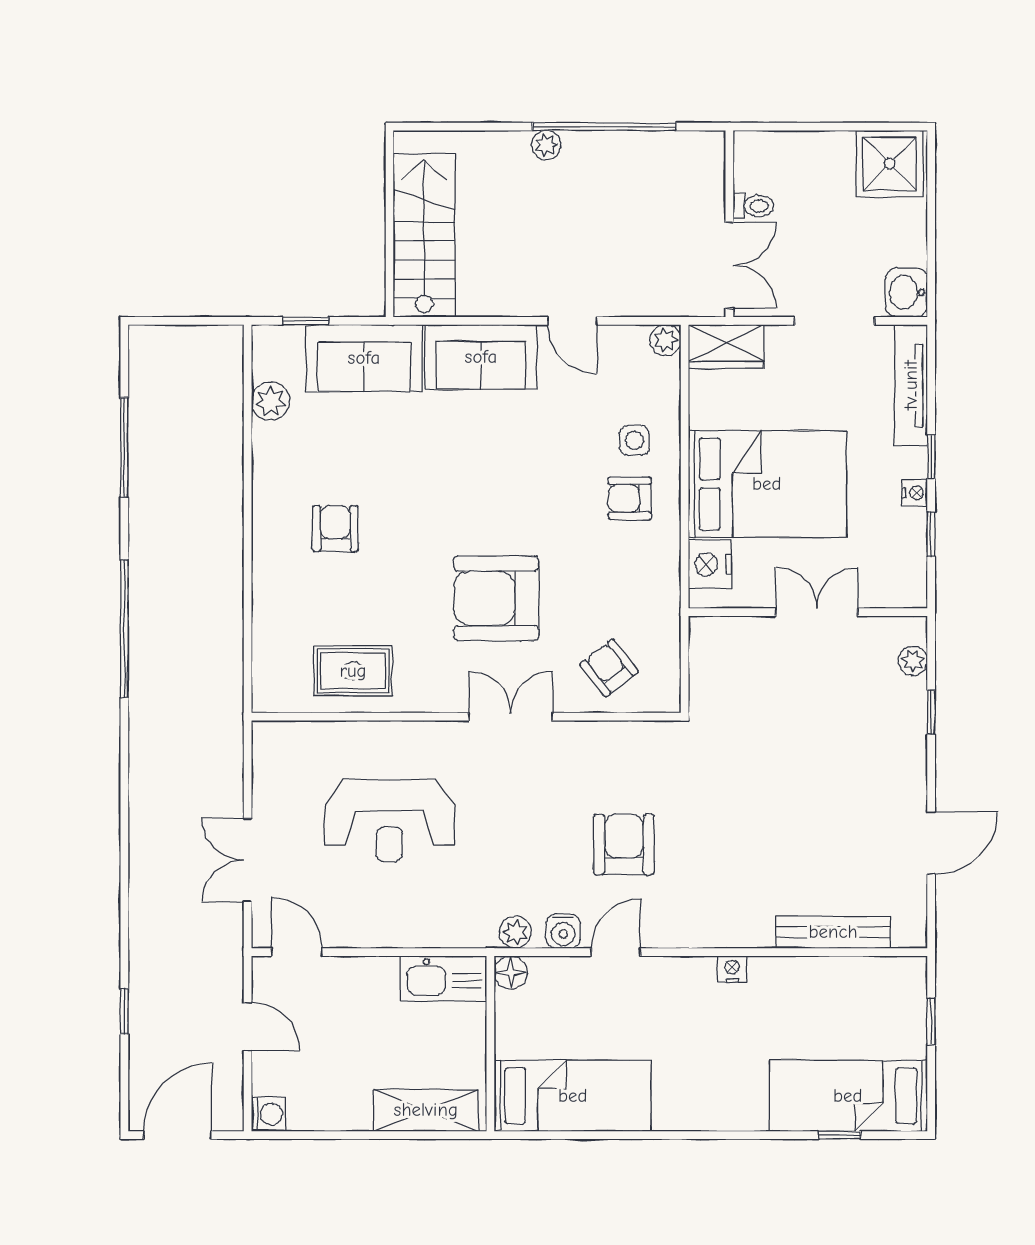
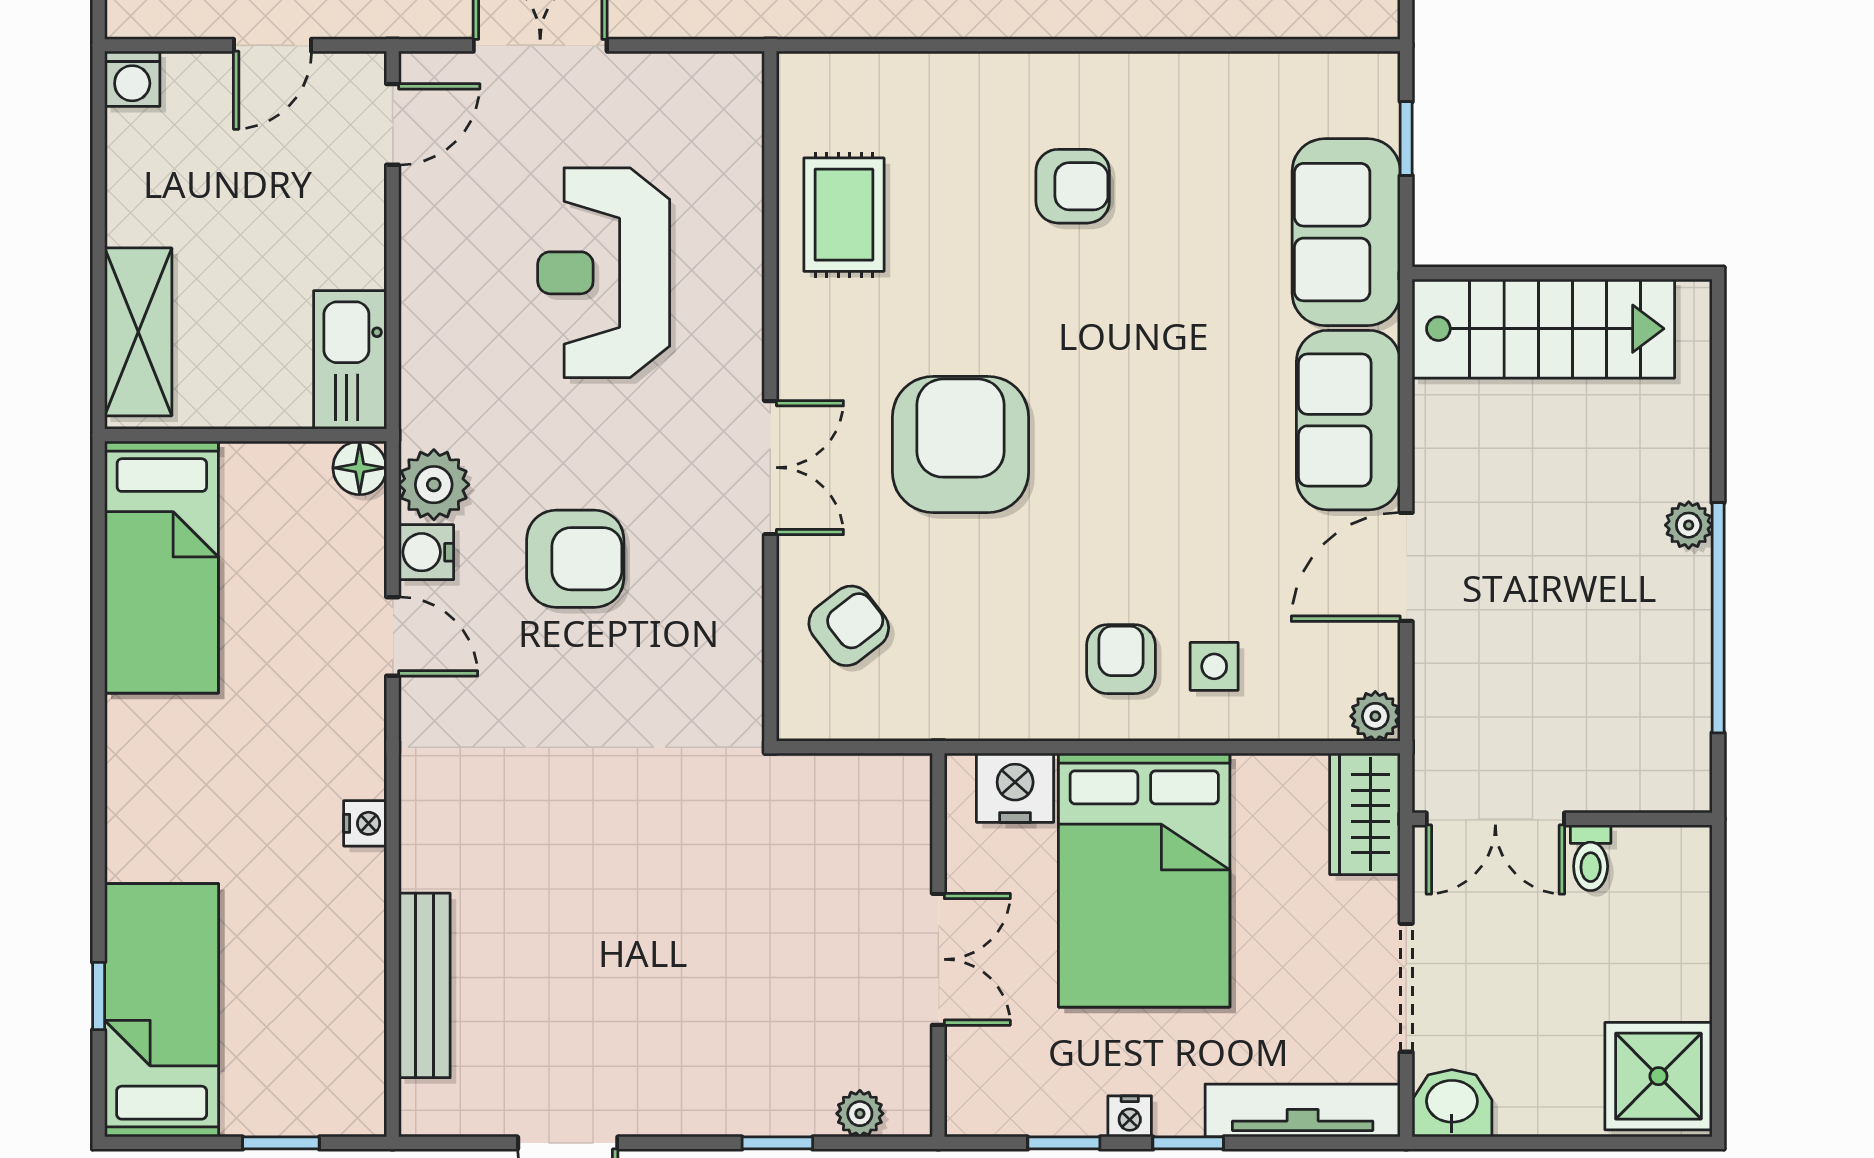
door: (572, 321) -> (1406, 567), width x1.38
plant: (271, 401) -> (1277, 82), removed
armchair: (624, 844) -> (575, 559), moved
plant: (515, 932) -> (434, 485), width x1.38, depth x1.38

